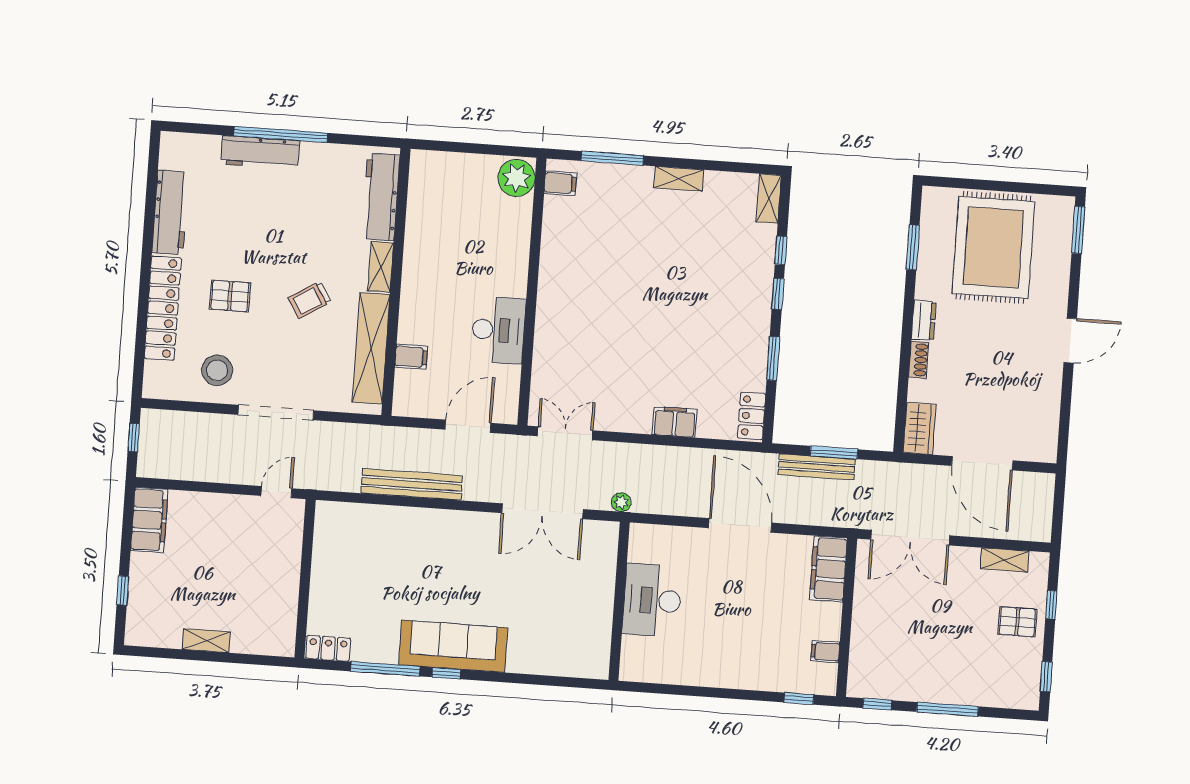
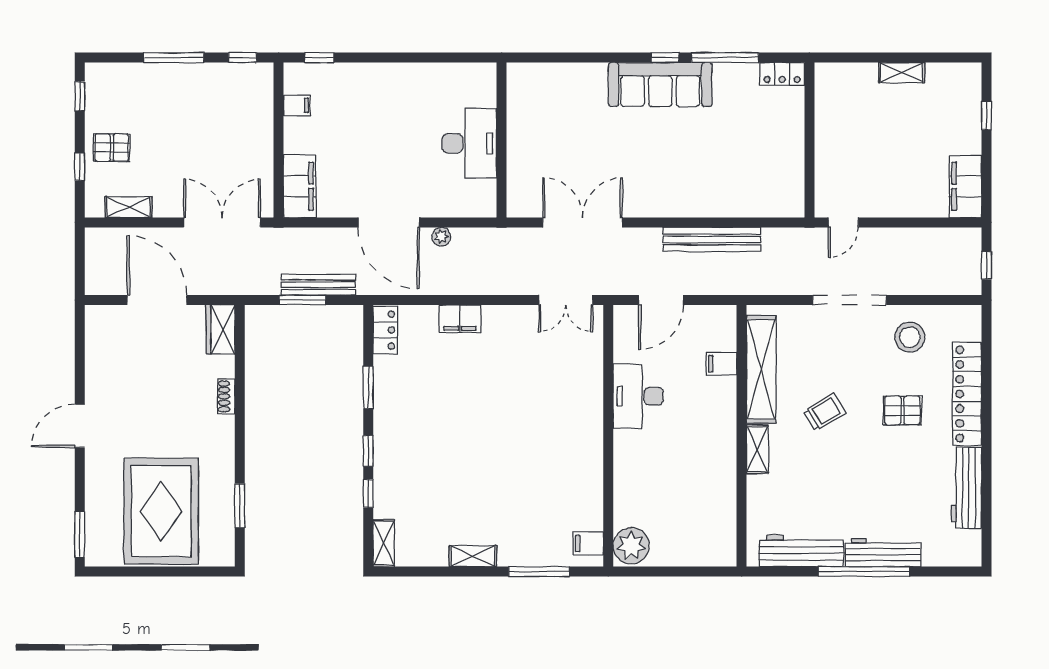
workbench: (381, 197) -> (801, 551), moved, turned -90
dresser: (924, 320) -> (224, 435), removed
plant: (621, 502) -> (441, 237), moved

